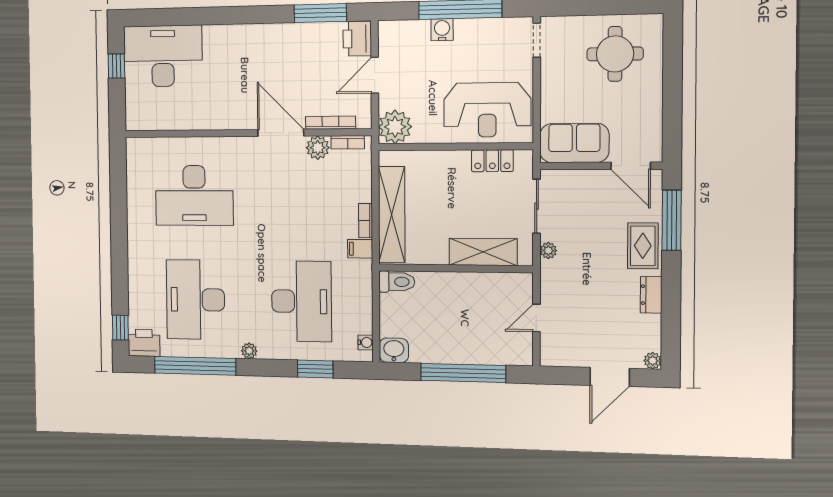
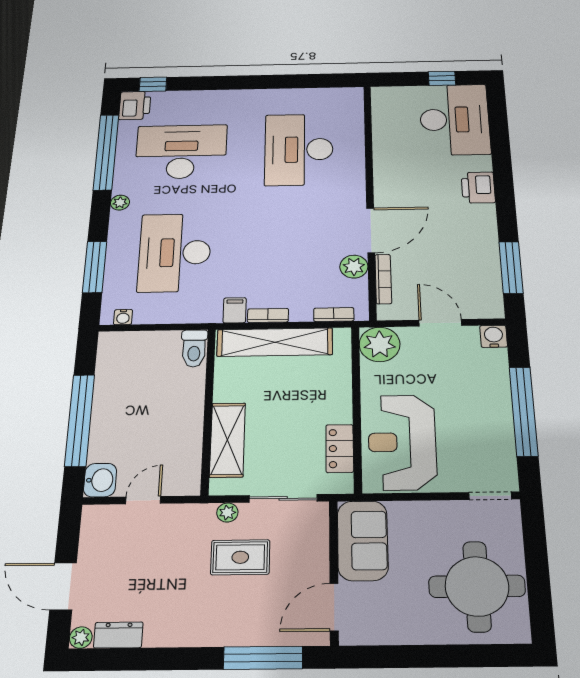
water cooler: (442, 30) -> (494, 336), moved, turned -90
printer: (357, 39) -> (478, 187), moved, turned -90
round table: (615, 54) -> (477, 586), width x1.36, depth x1.36
bookcase: (348, 142) -> (334, 315), moved, turned 90
rug: (643, 246) -> (240, 557), moved
dresser: (651, 295) -> (118, 635), moved
desk: (301, 301) -> (175, 253), turned 90
door: (536, 318) -> (143, 500), hinge flipped
washbasin: (394, 350) -> (100, 480), moved
window: (315, 369) -> (95, 267), width x1.44

